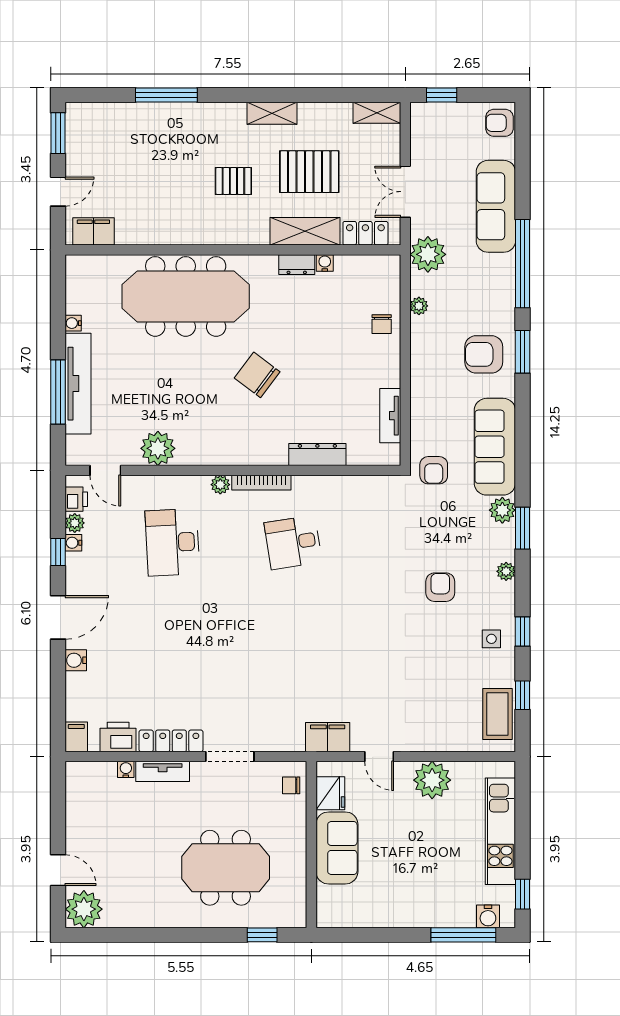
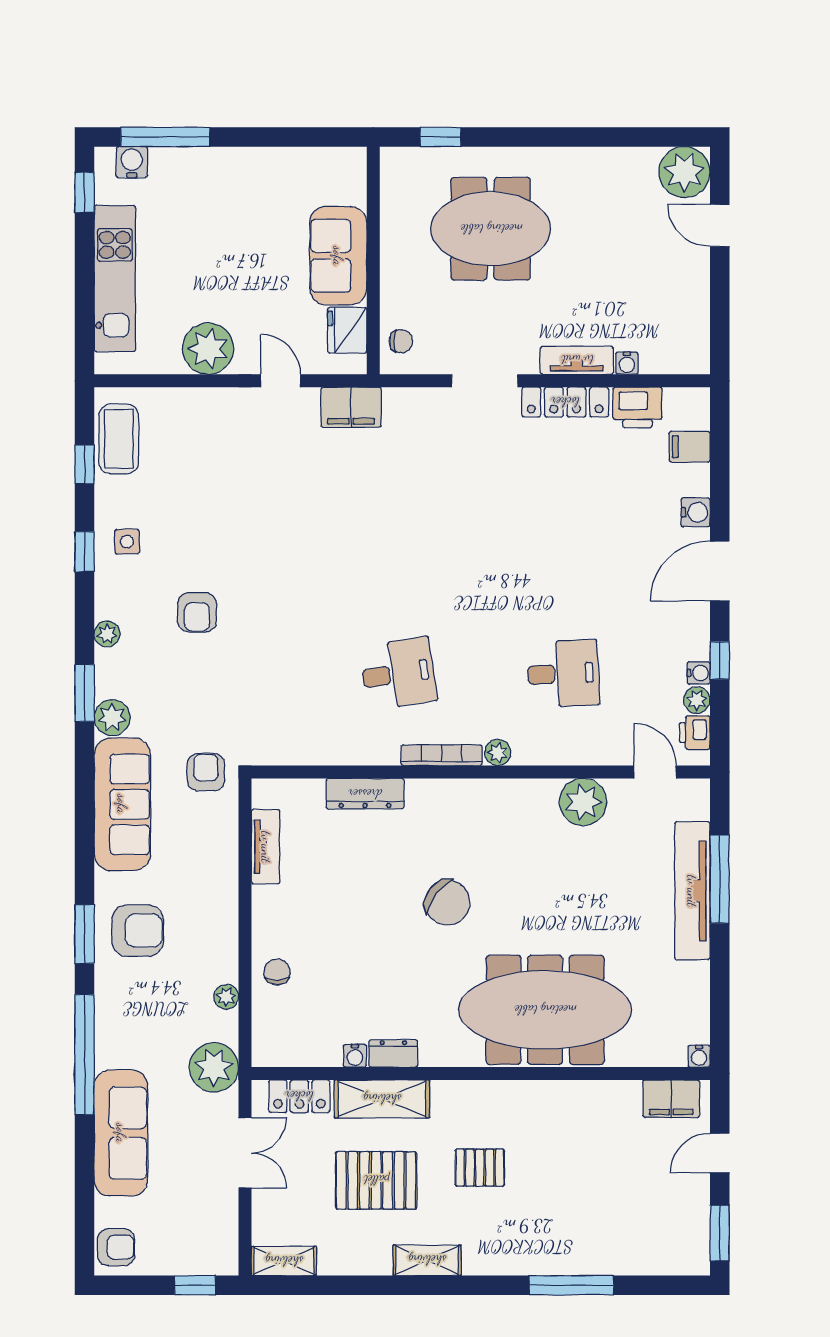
water cooler: (73, 323) -> (699, 1056), moved, turned 90
desk: (172, 542) -> (563, 674), width x0.73
filing cabinet: (76, 737) -> (690, 447), moved, turned 90

